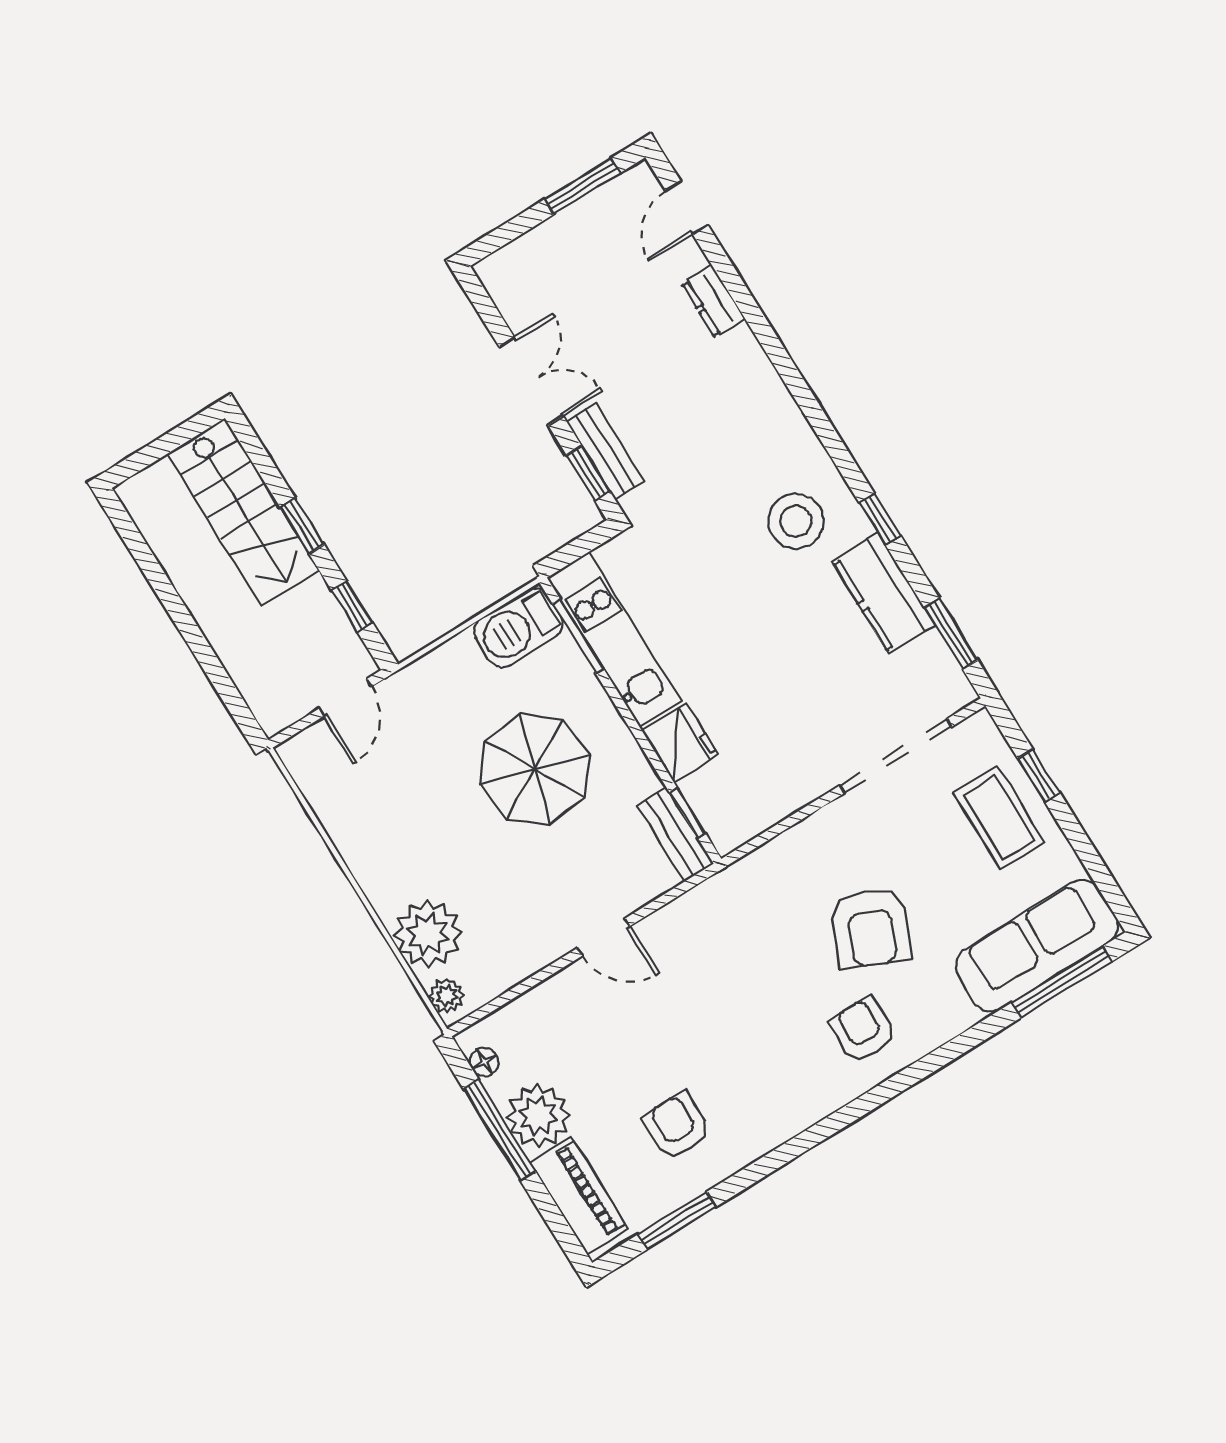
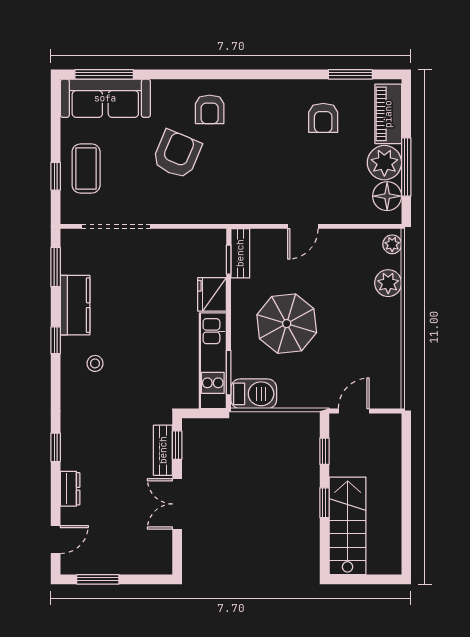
window: (776, 352) -> (56, 447), added
stool: (796, 521) -> (95, 363), width x0.53, depth x0.53
plant: (428, 934) -> (388, 283), width x0.73, depth x0.73
door: (604, 937) -> (303, 226), swing flipped
floor lamp: (484, 1062) -> (387, 196), width x1.89, depth x1.89

